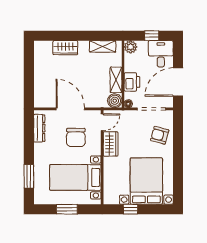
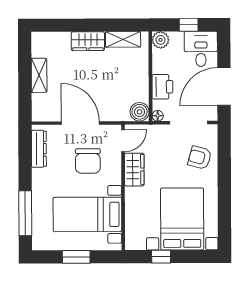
wardrobe: (65, 48) -> (88, 41), moved
shelving: (116, 80) -> (39, 75), moved
window: (29, 176) -> (25, 213), width x1.44

